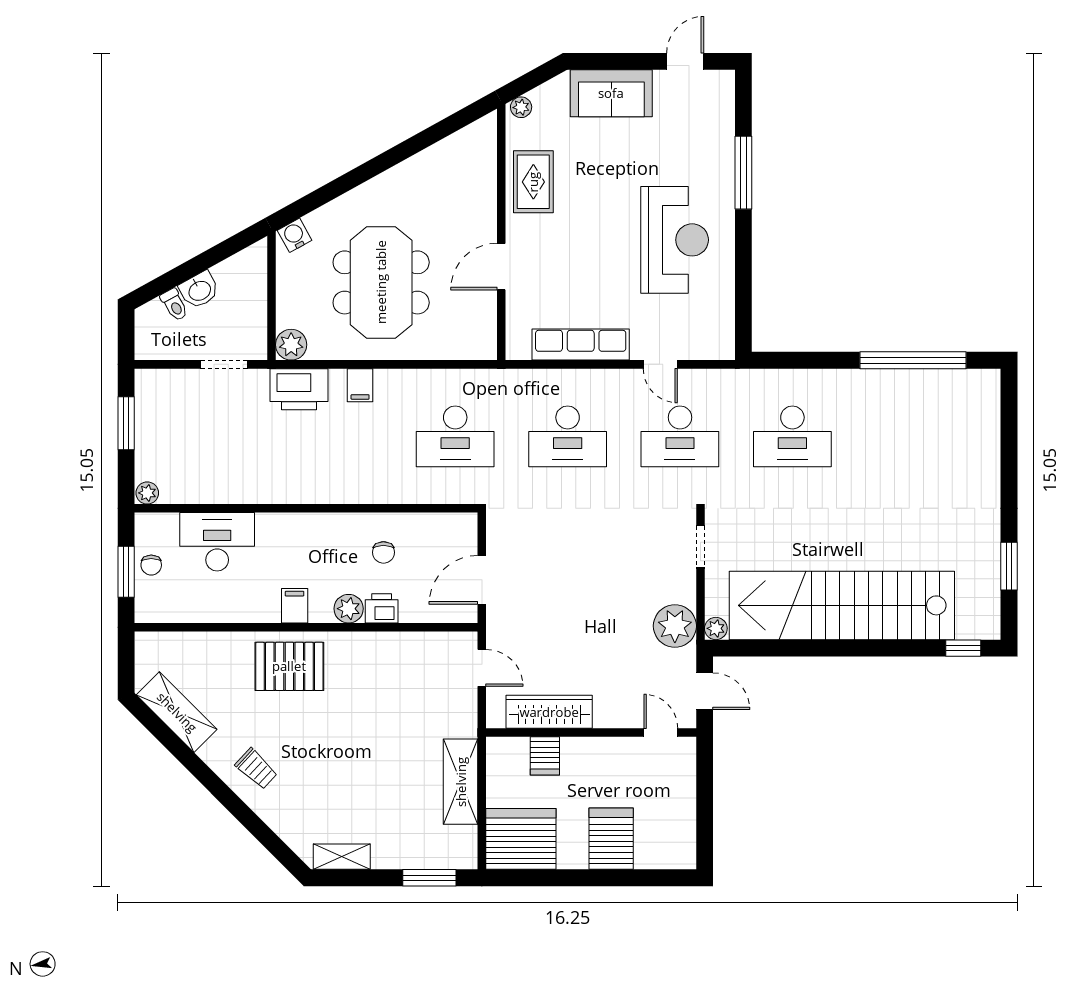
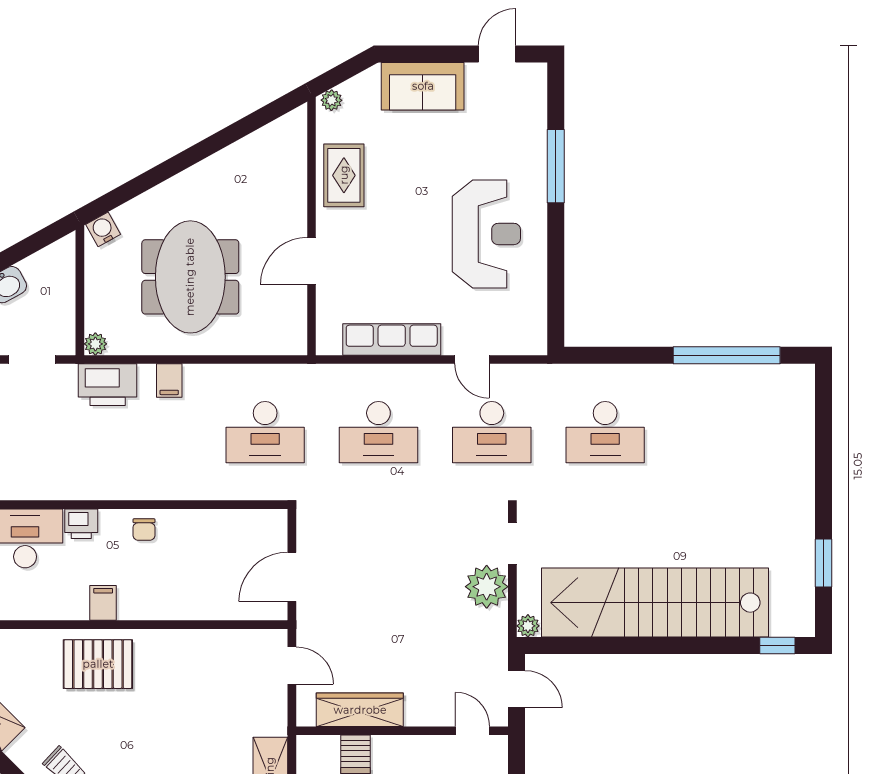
plant: (291, 345) -> (95, 344), width x0.73, depth x0.73
chair: (383, 552) -> (144, 529), moved
printer: (382, 608) -> (81, 524), moved, turned 180
plant: (349, 609) -> (158, 606), removed
plant: (675, 626) -> (487, 587), moved

